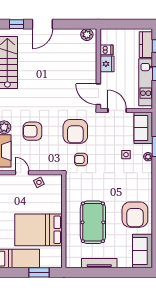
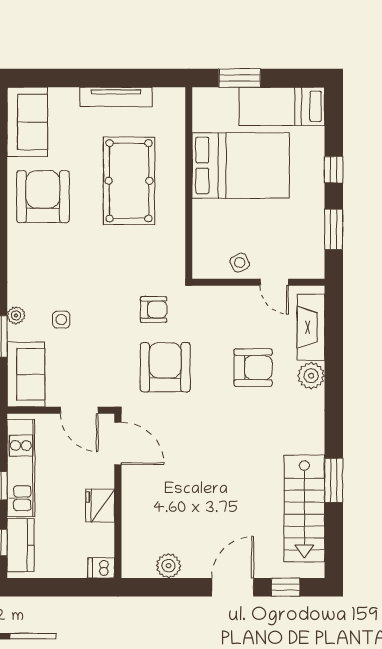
plant: (87, 35) -> (168, 566), moved
dishwasher: (106, 50) -> (101, 568), moved

